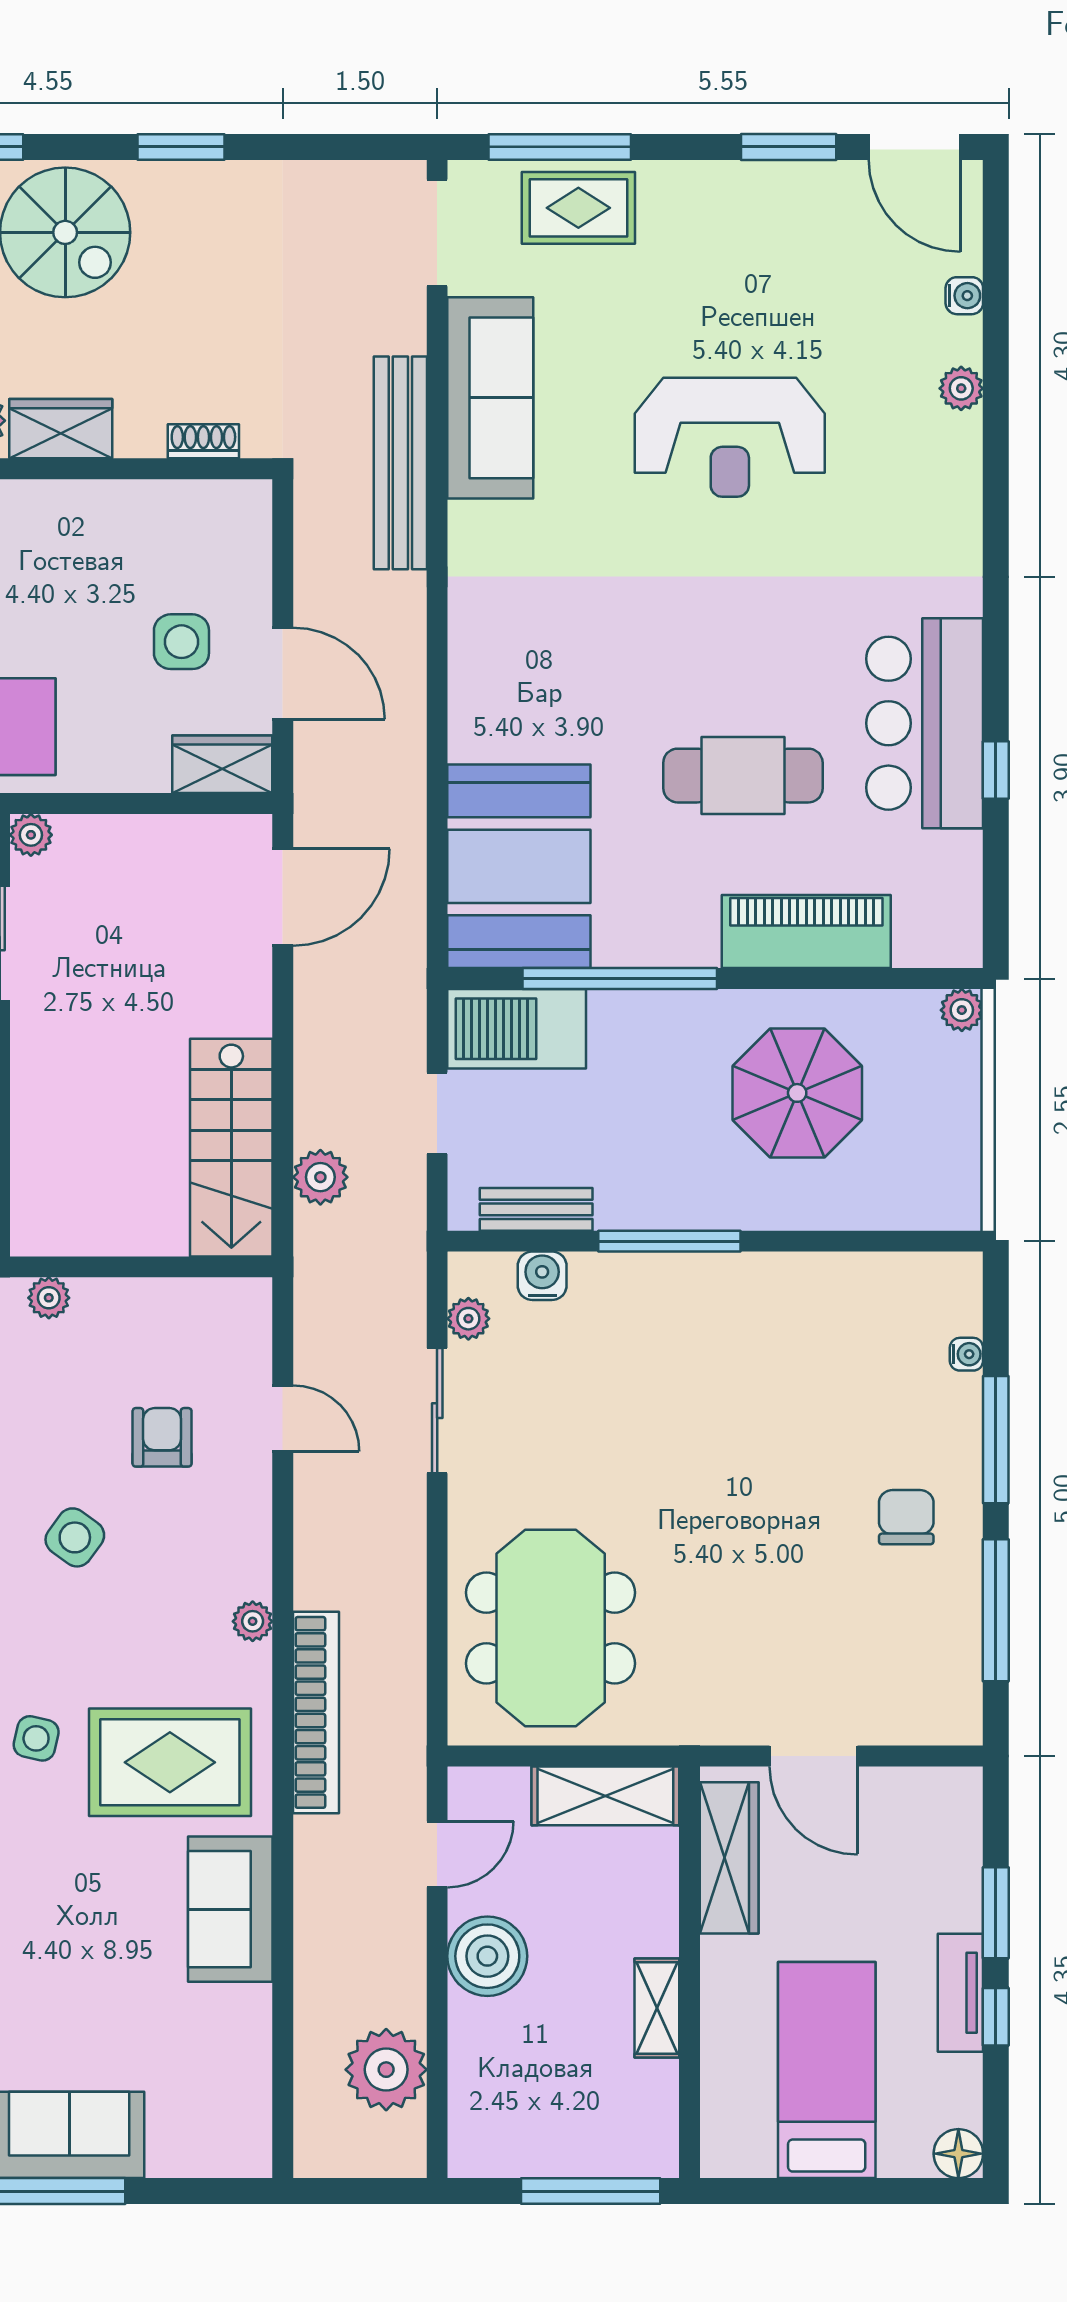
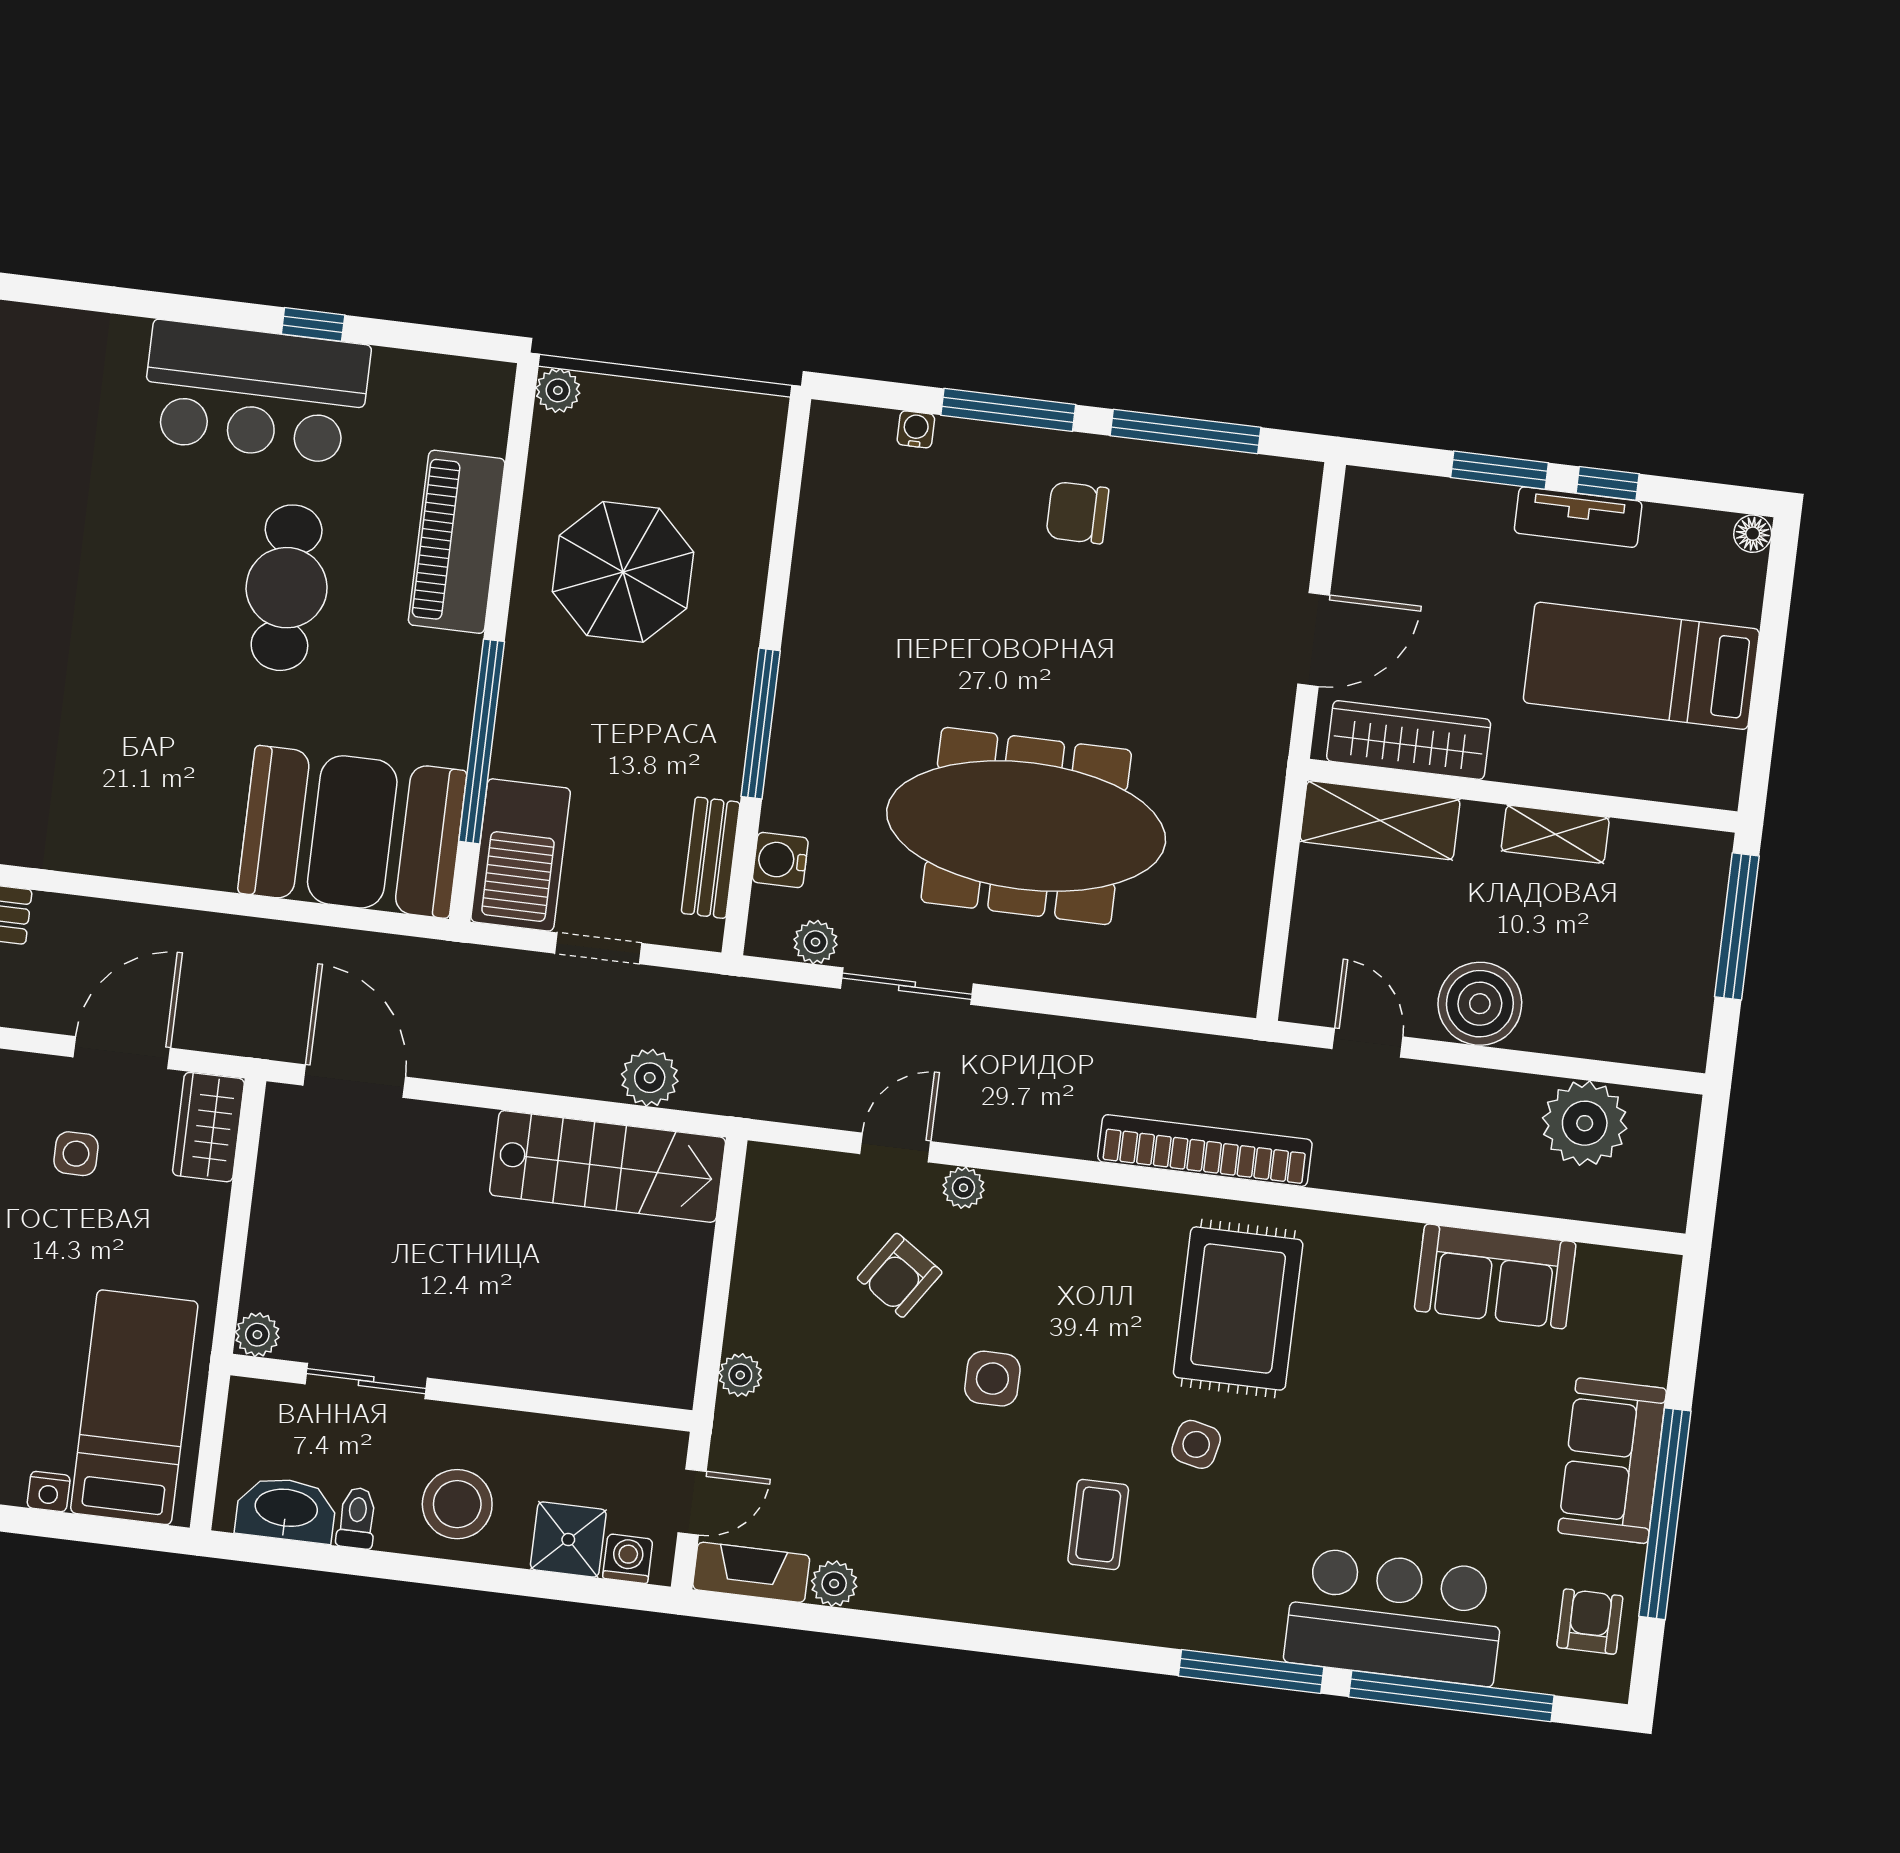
side table: (181, 642) -> (76, 1154), width x0.73, depth x0.73
armchair: (162, 1437) -> (900, 1275), turned -56
side table: (75, 1537) -> (992, 1379), turned -36
plant: (253, 1621) -> (963, 1188), moved
meeting table: (551, 1628) -> (1026, 826), moved, width x1.36
shelving: (605, 1796) -> (1380, 820), moved, turned 90
sofa: (230, 1909) -> (1495, 1276), moved
floor lamp: (958, 2154) -> (1753, 534), width x0.73, depth x0.73

